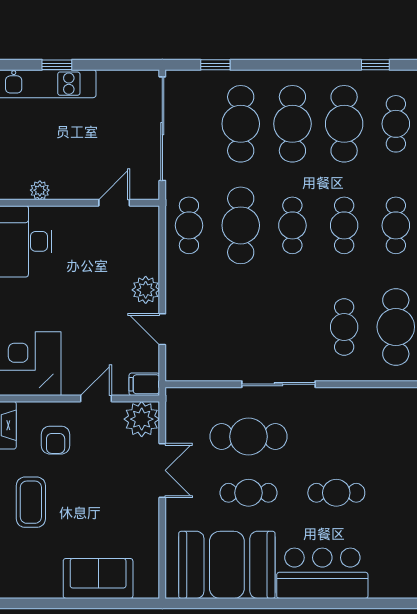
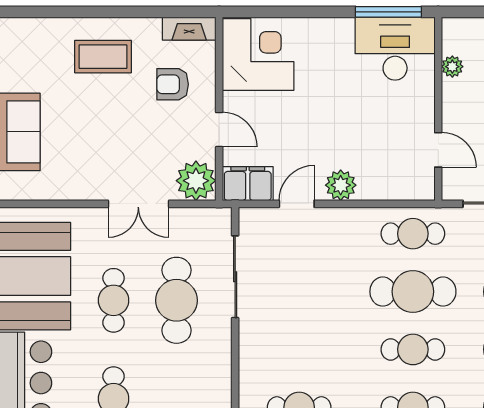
filing cabinet: (144, 384) -> (248, 184), width x2.00
sliding door: (278, 384) -> (235, 277), moved

